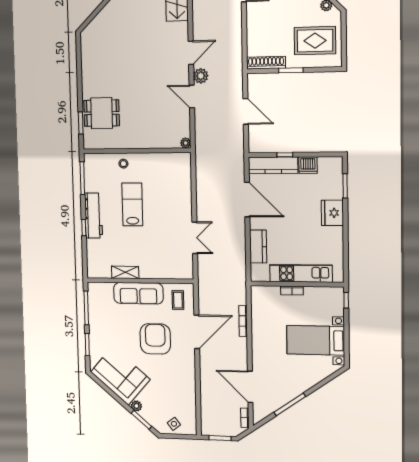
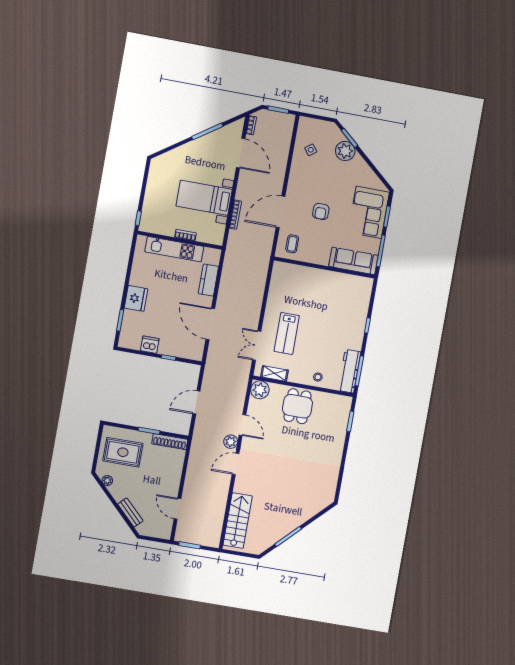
door: (246, 111) -> (196, 402), hinge flipped
dining table: (102, 113) -> (298, 406), moved, turned 90
plant: (186, 143) -> (260, 390), width x1.88, depth x1.88
kitchen counter: (273, 165) -> (181, 350), removed
lab bench: (132, 204) -> (287, 333), moved
workbench: (94, 215) -> (349, 371), moved
double door: (195, 238) -> (257, 346), moved
shelving: (125, 272) -> (274, 373), moved
sofa: (138, 293) -> (353, 261), moved
armchair: (155, 339) -> (321, 211), width x0.53, depth x0.53
bed with nightstands: (316, 340) -> (204, 198), moved, turned 180
corner sofa: (120, 376) -> (369, 212), moved, turned 49
plant: (136, 406) -> (345, 151), width x1.88, depth x1.88
side table: (174, 424) -> (311, 150), moved

